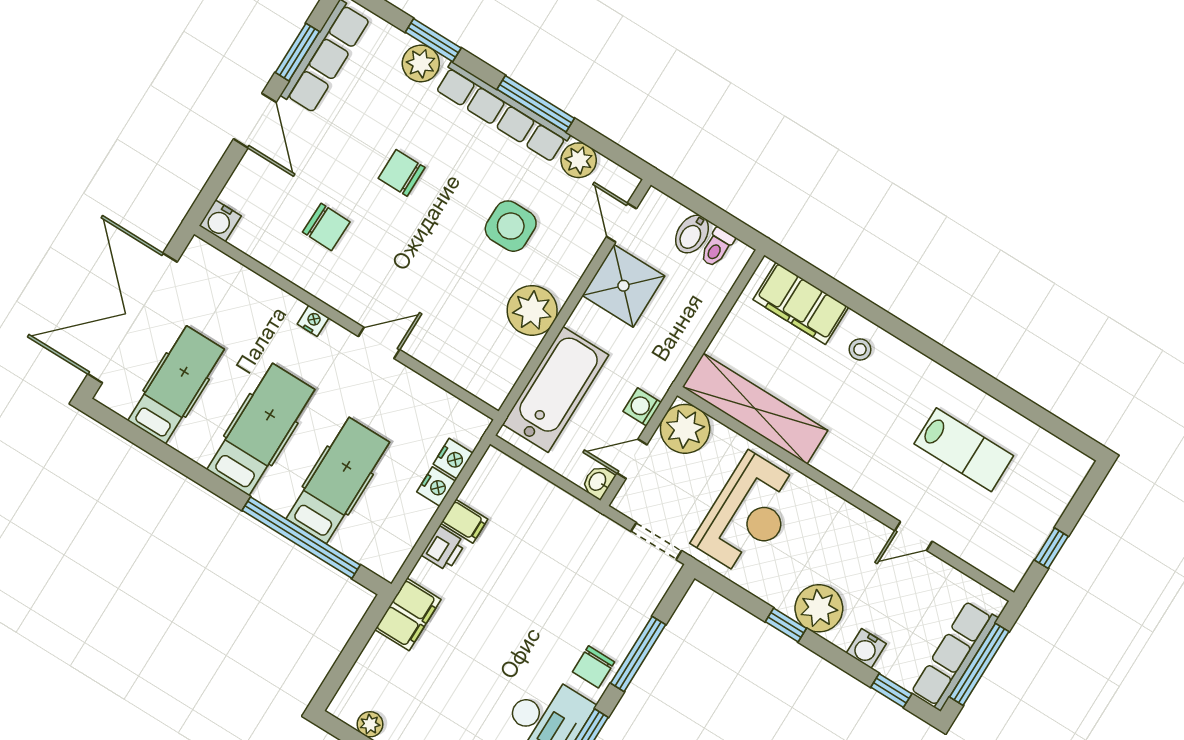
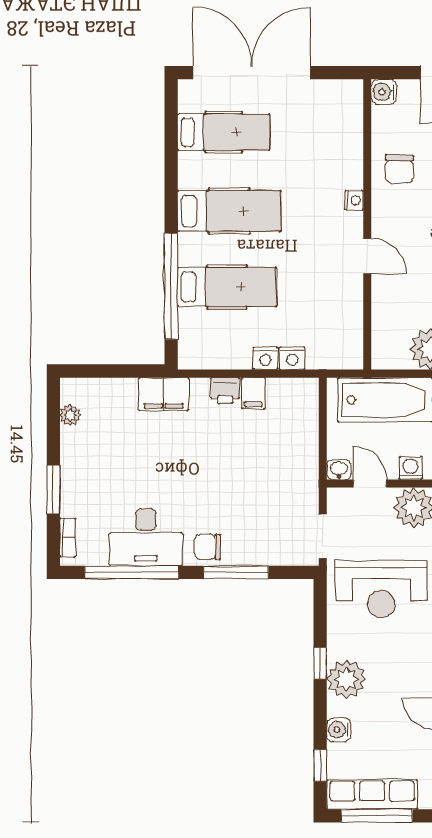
water cooler: (220, 221) -> (384, 92), moved
nightstand: (313, 321) -> (354, 200), moved
wall: (346, 323) -> (367, 224), moved
door: (379, 343) -> (367, 256), moved

